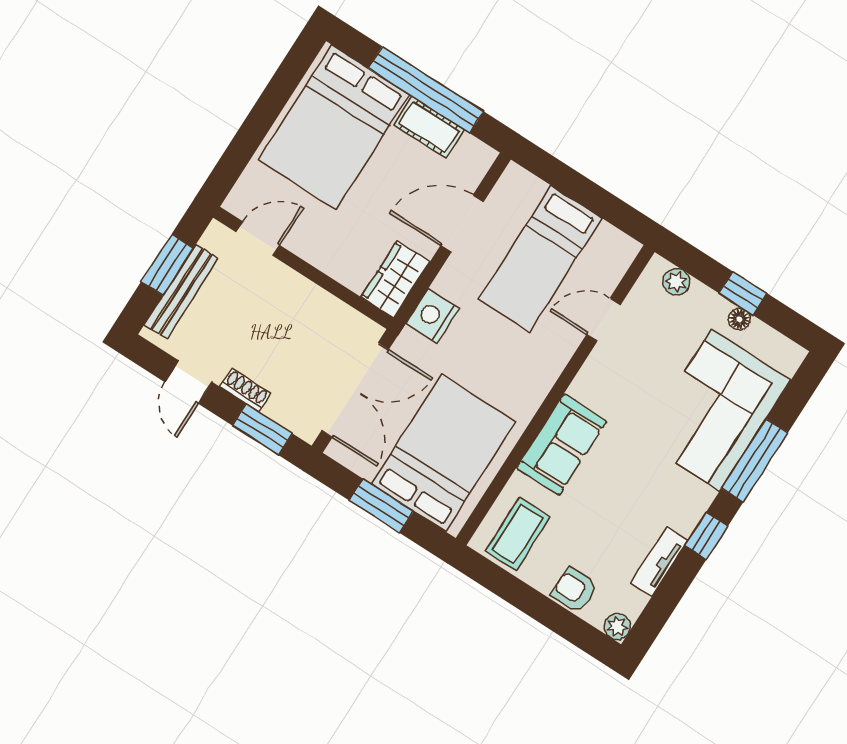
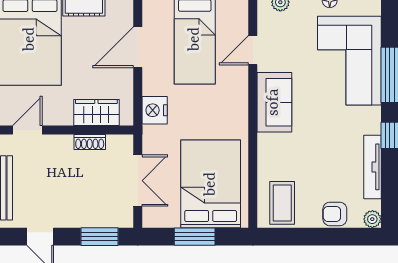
wardrobe: (395, 279) -> (96, 113), moved, turned 90
shoe rack: (245, 390) -> (90, 142), moved, turned 180
double door: (355, 390) -> (138, 181), width x0.73
sofa: (561, 445) -> (274, 102), moved
tv unit: (659, 561) -> (372, 167), width x1.41

